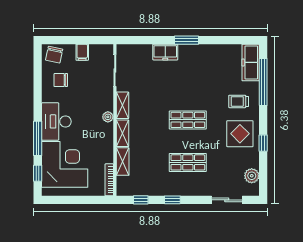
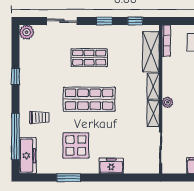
window: (187, 40) -> (69, 178), moved
shop shelf: (188, 120) -> (89, 99), width x1.43, depth x1.36
display table: (240, 134) -> (76, 145), moved
shelving: (123, 162) -> (151, 52), width x1.50, depth x1.33
plant: (252, 176) -> (27, 32), moved
sliding door: (227, 200) -> (62, 21), moved

